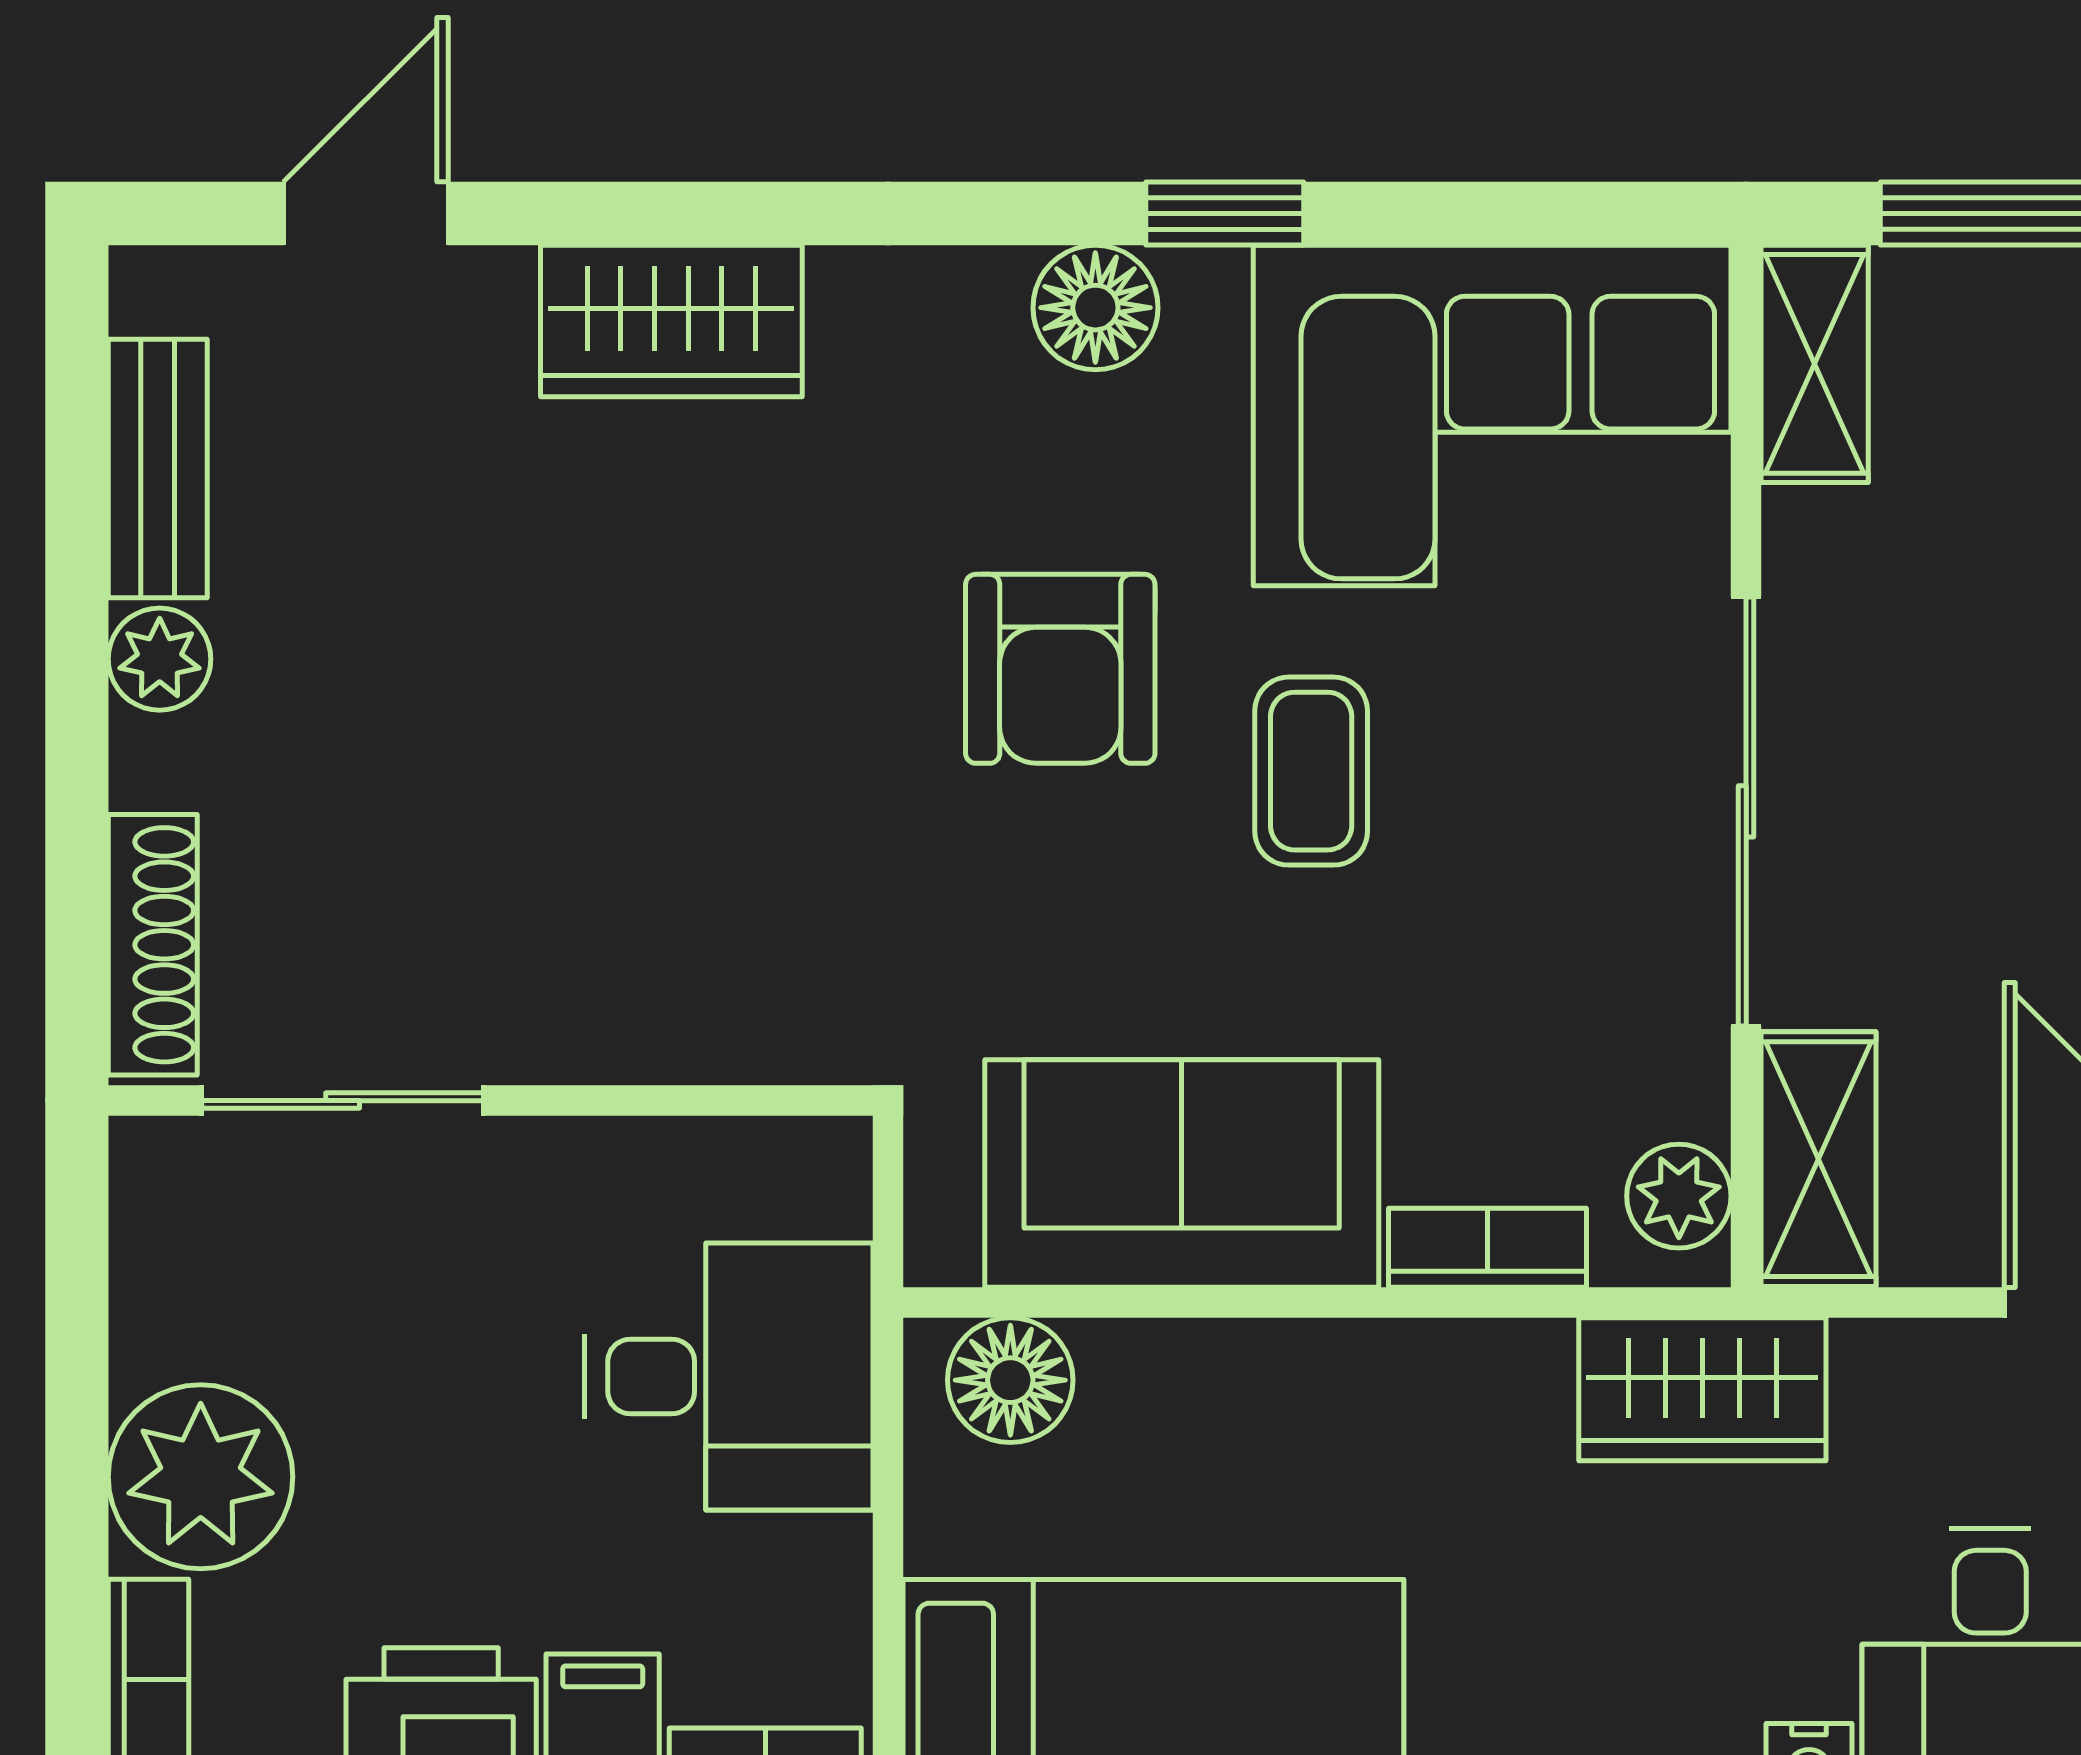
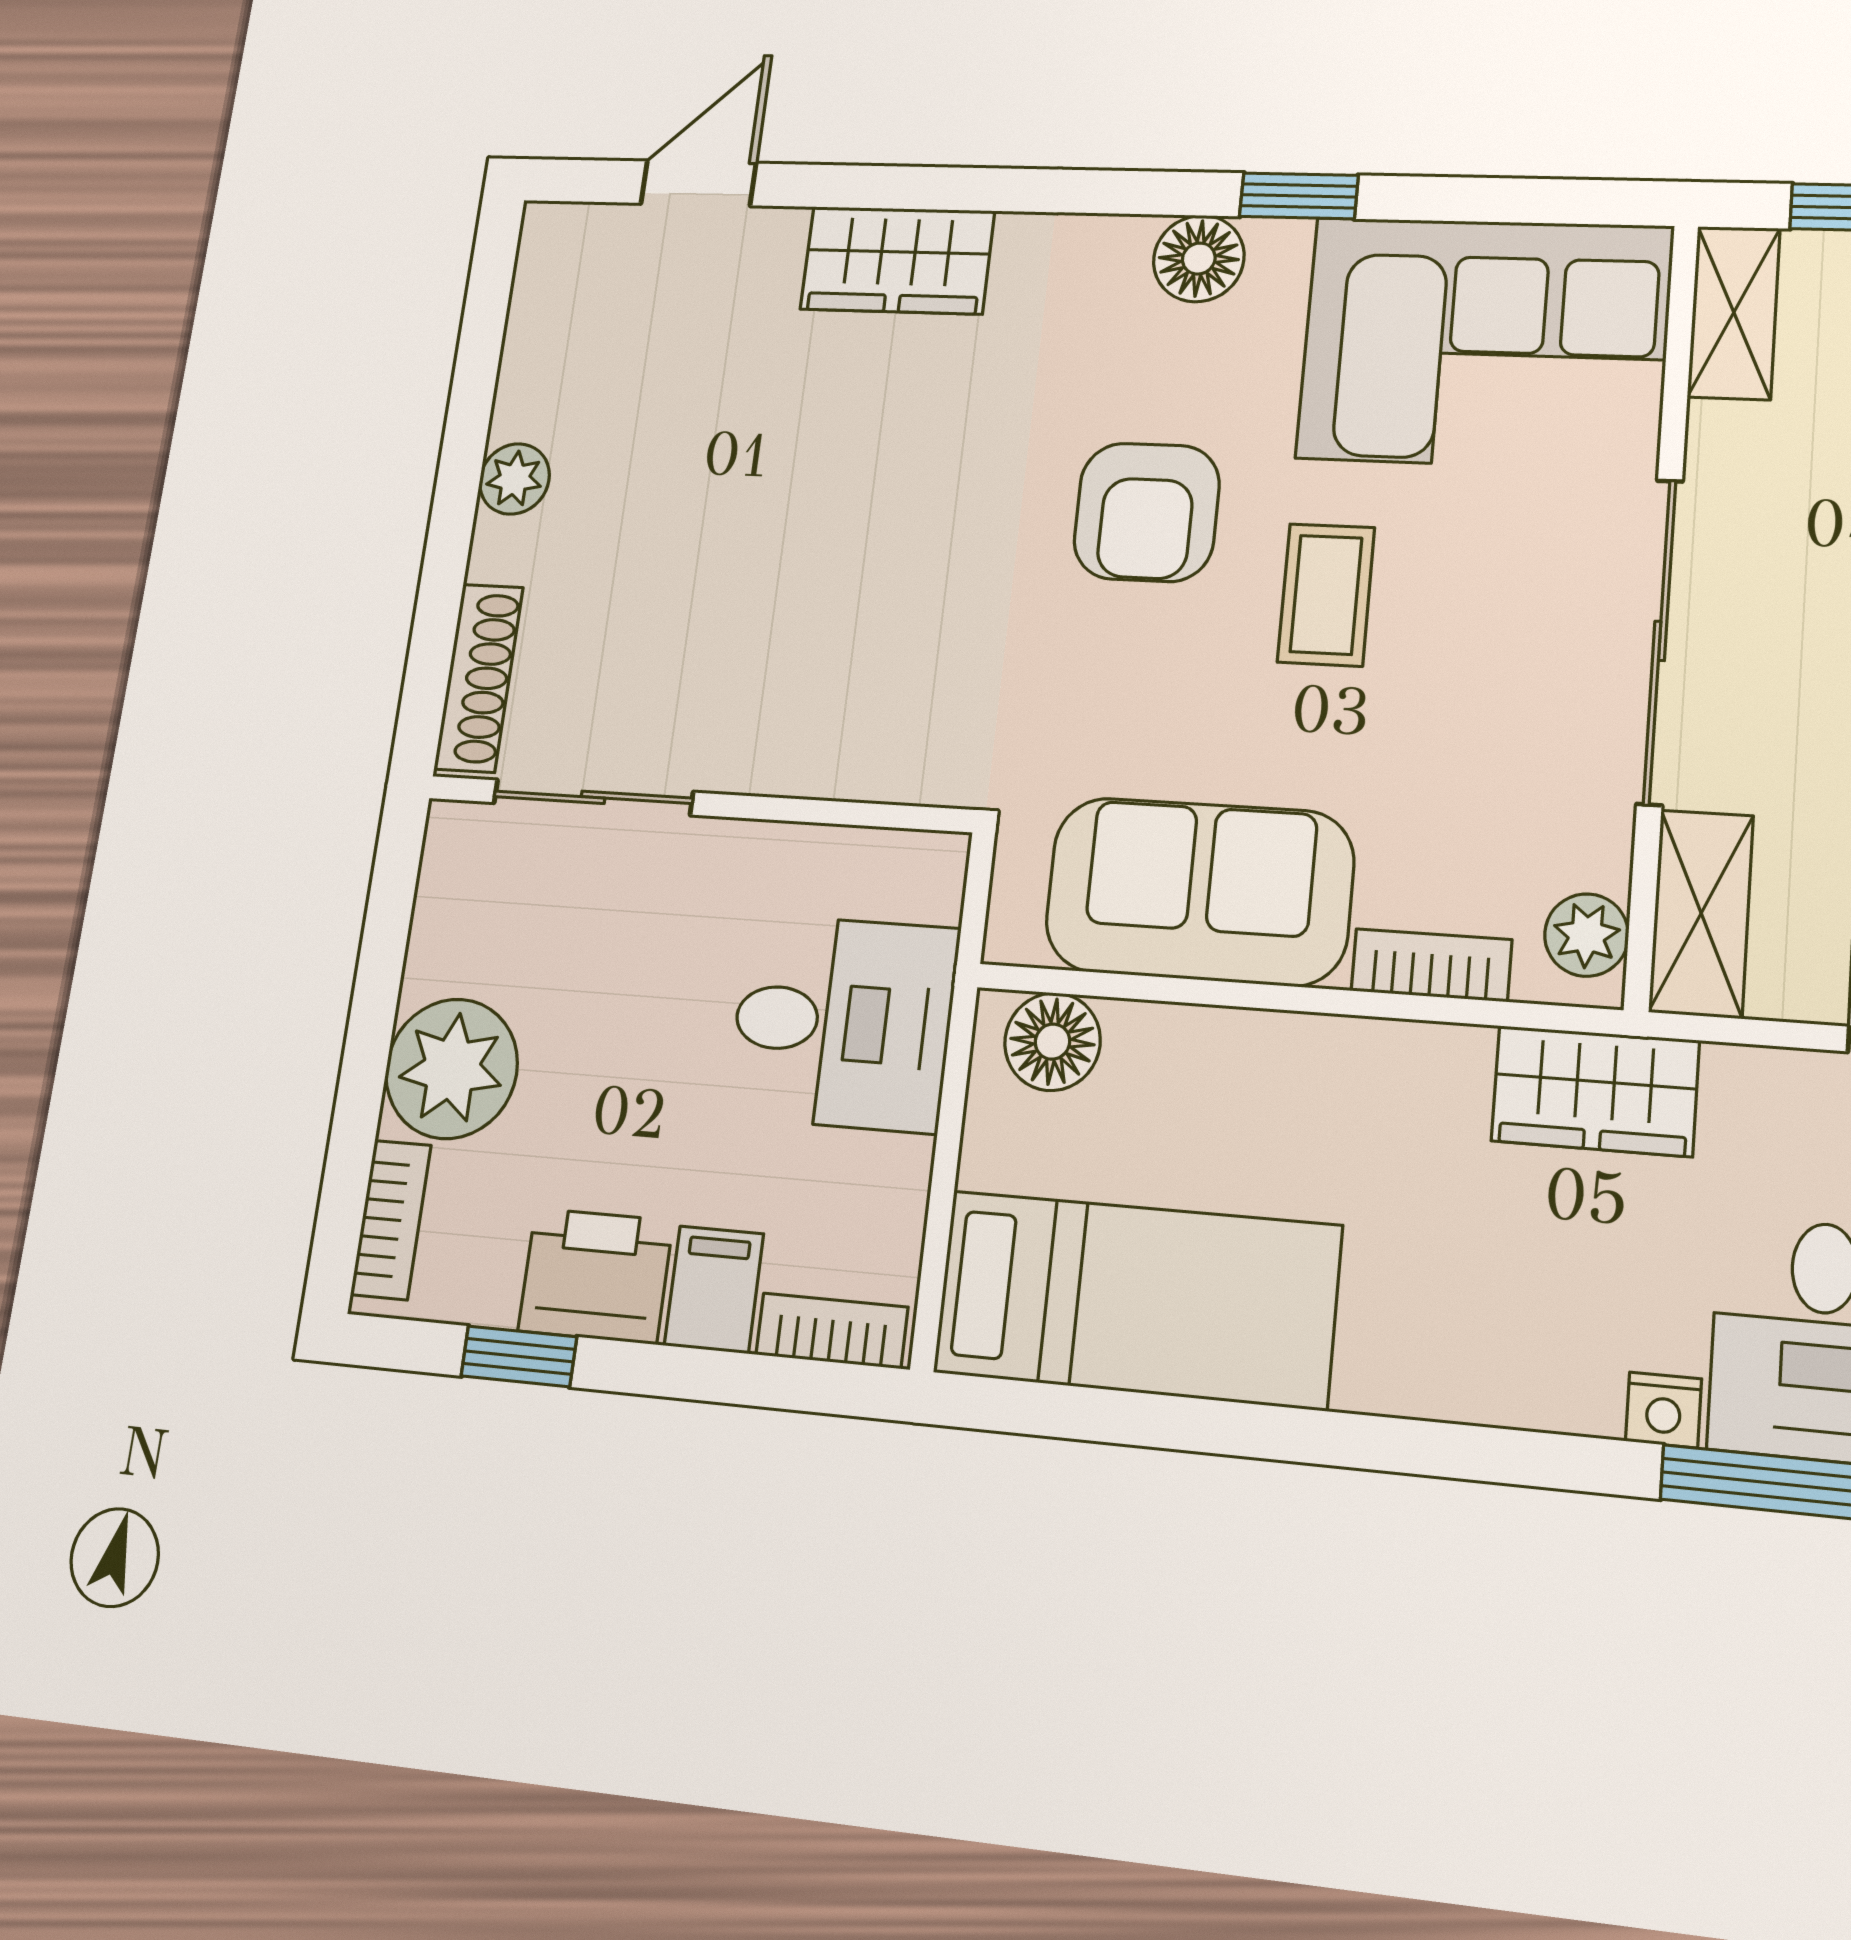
bench: (158, 468) -> (533, 349), removed

